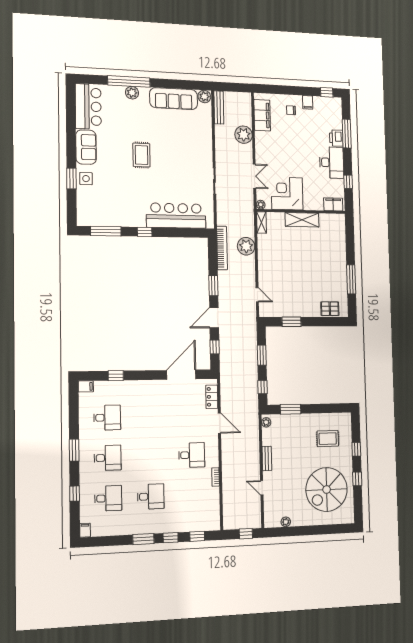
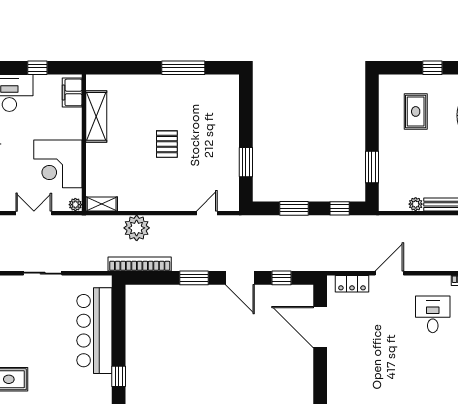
shelving: (302, 220) -> (96, 116), moved
pallet: (330, 309) -> (167, 144), moved
plant: (266, 422) -> (416, 204), moved

